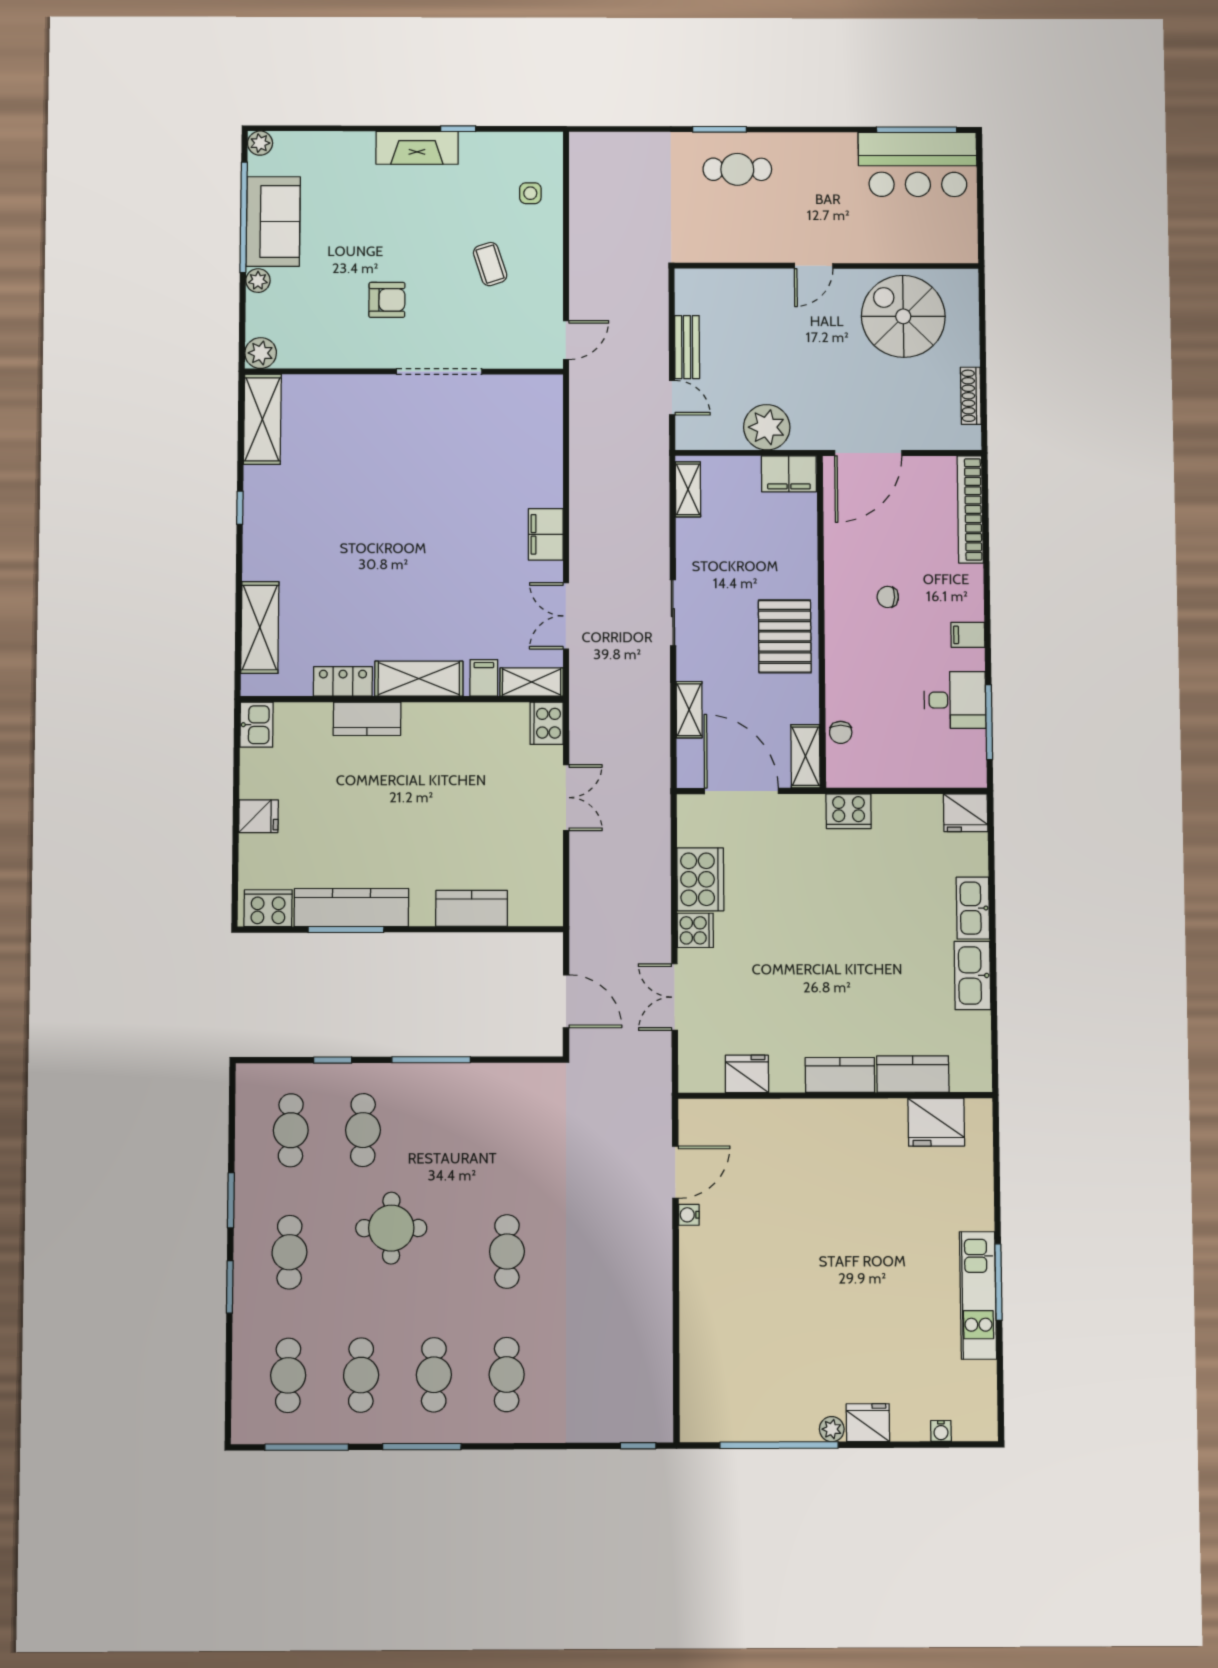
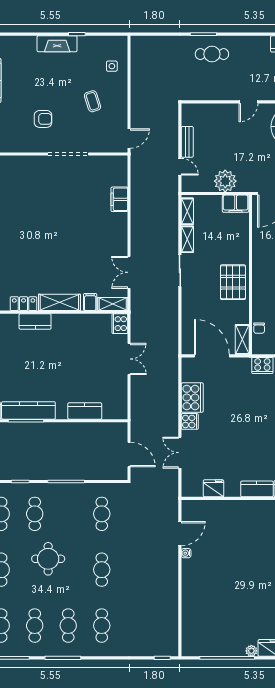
filing cabinet: (546, 534) -> (119, 199), moved
shelving: (689, 710) -> (187, 239), moved
cafe table: (507, 1130) -> (102, 514), added

